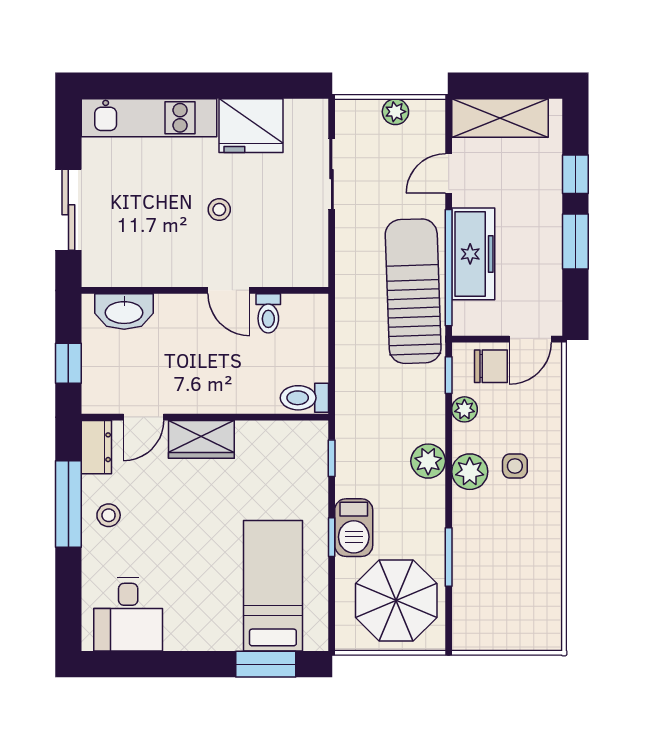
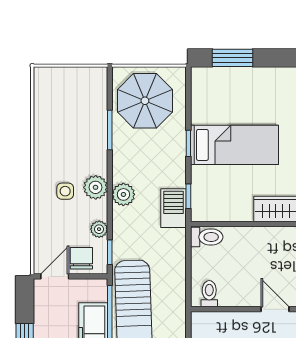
door: (229, 290) -> (275, 309), moved
toilet: (268, 313) -> (209, 294), moved
chair: (491, 366) -> (81, 258), turned 90
barbecue: (354, 528) -> (173, 208), moved
bed: (273, 586) -> (234, 145), moved, turned -90

